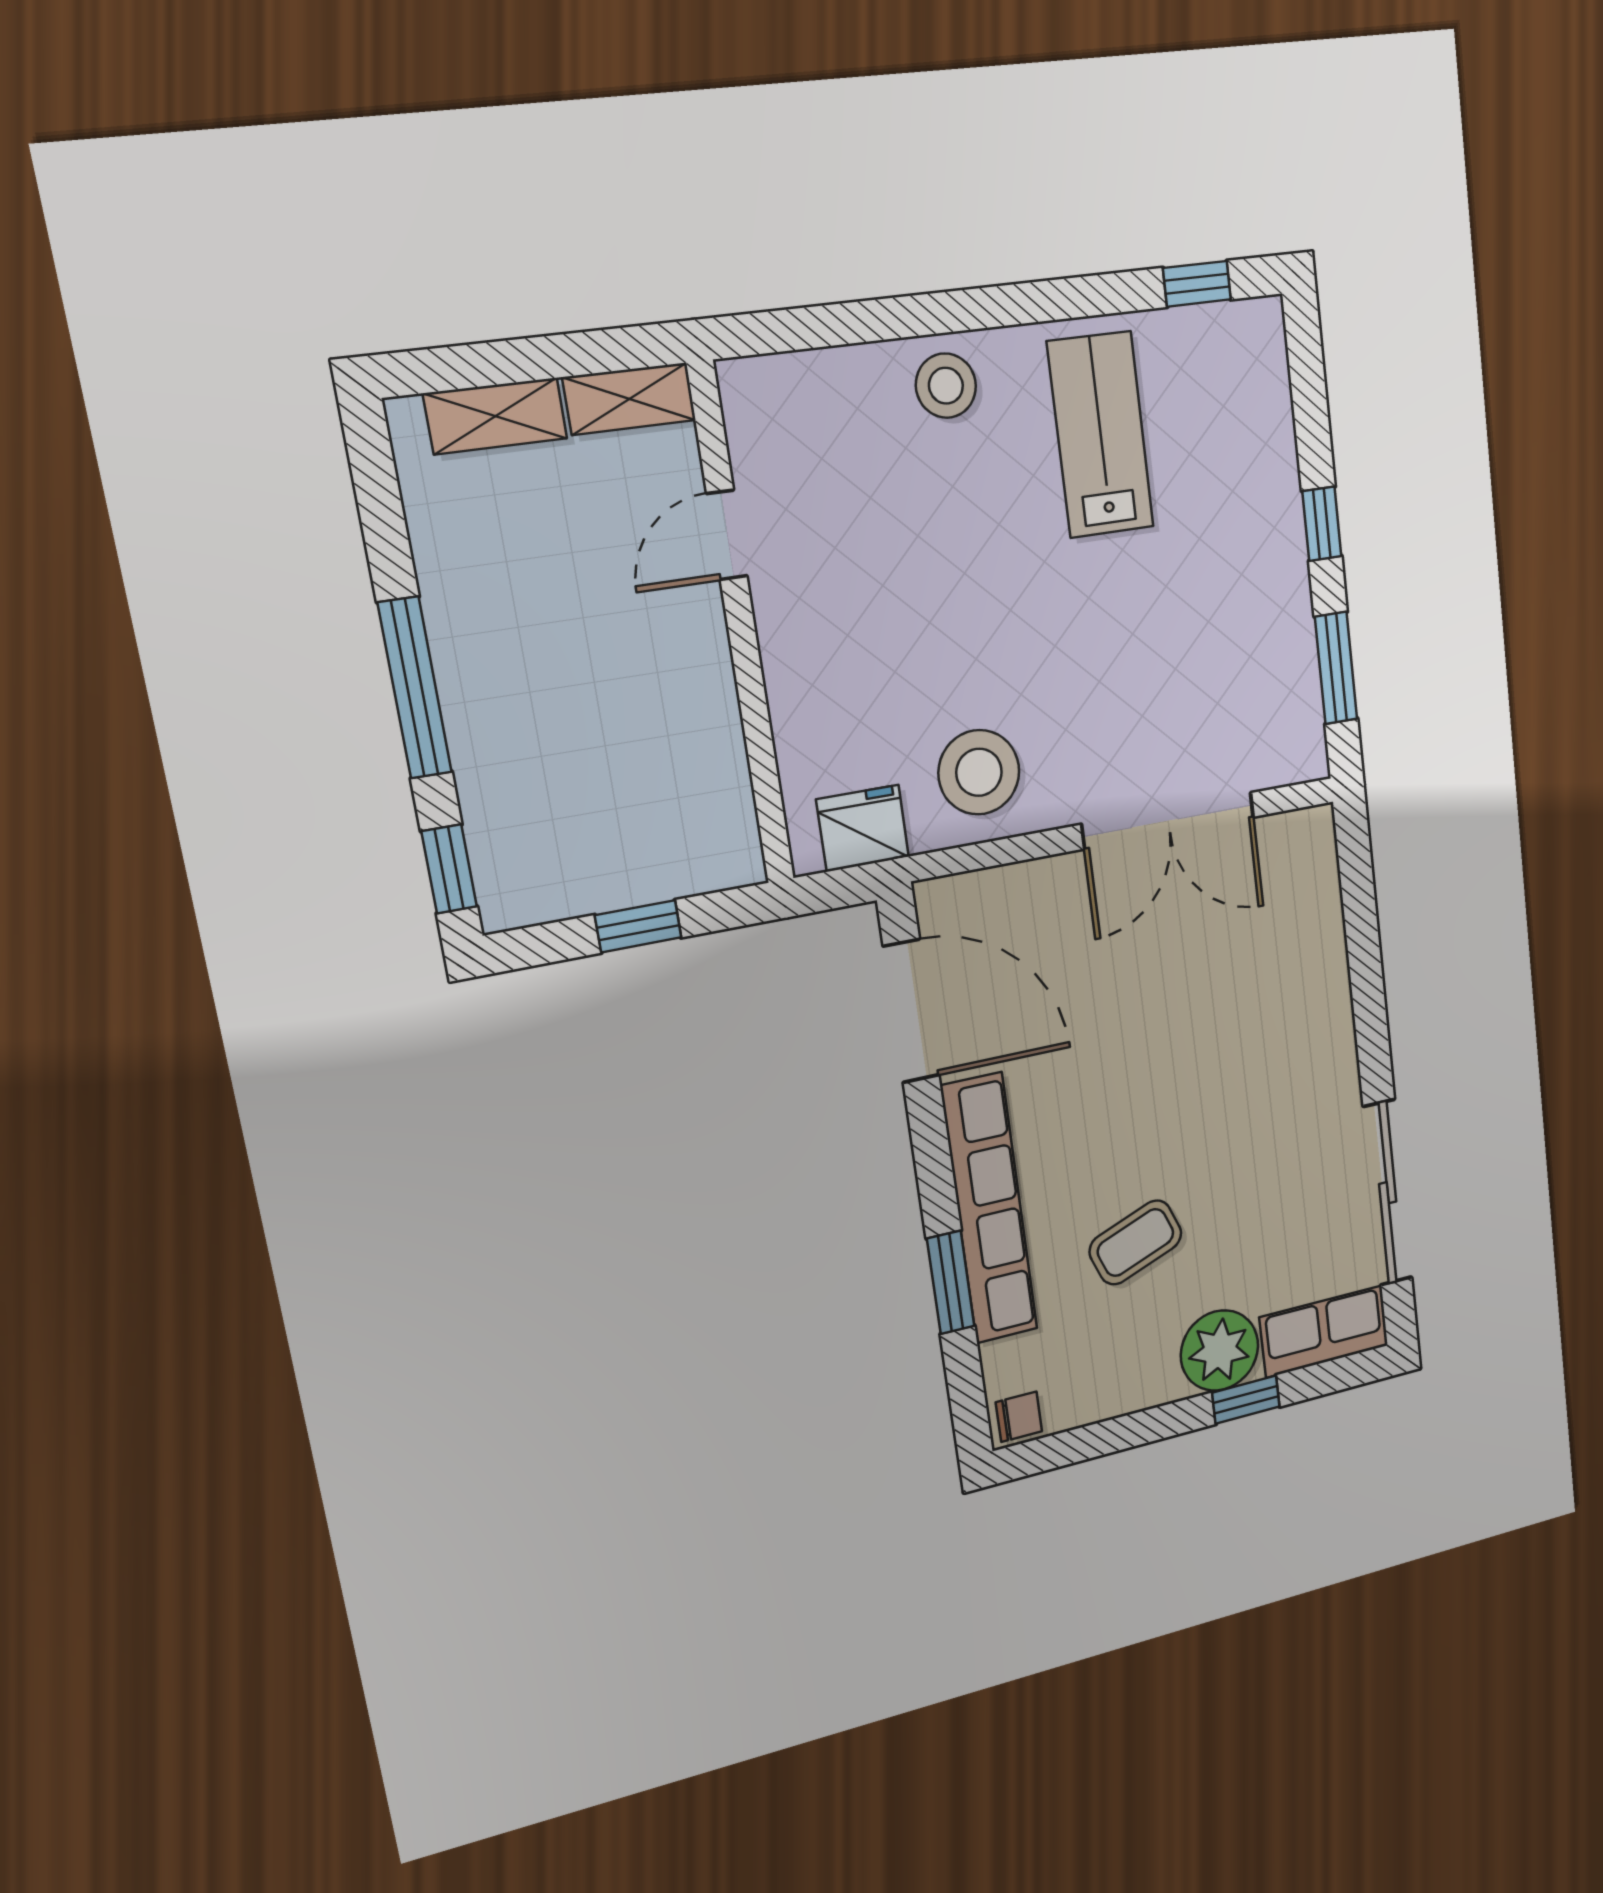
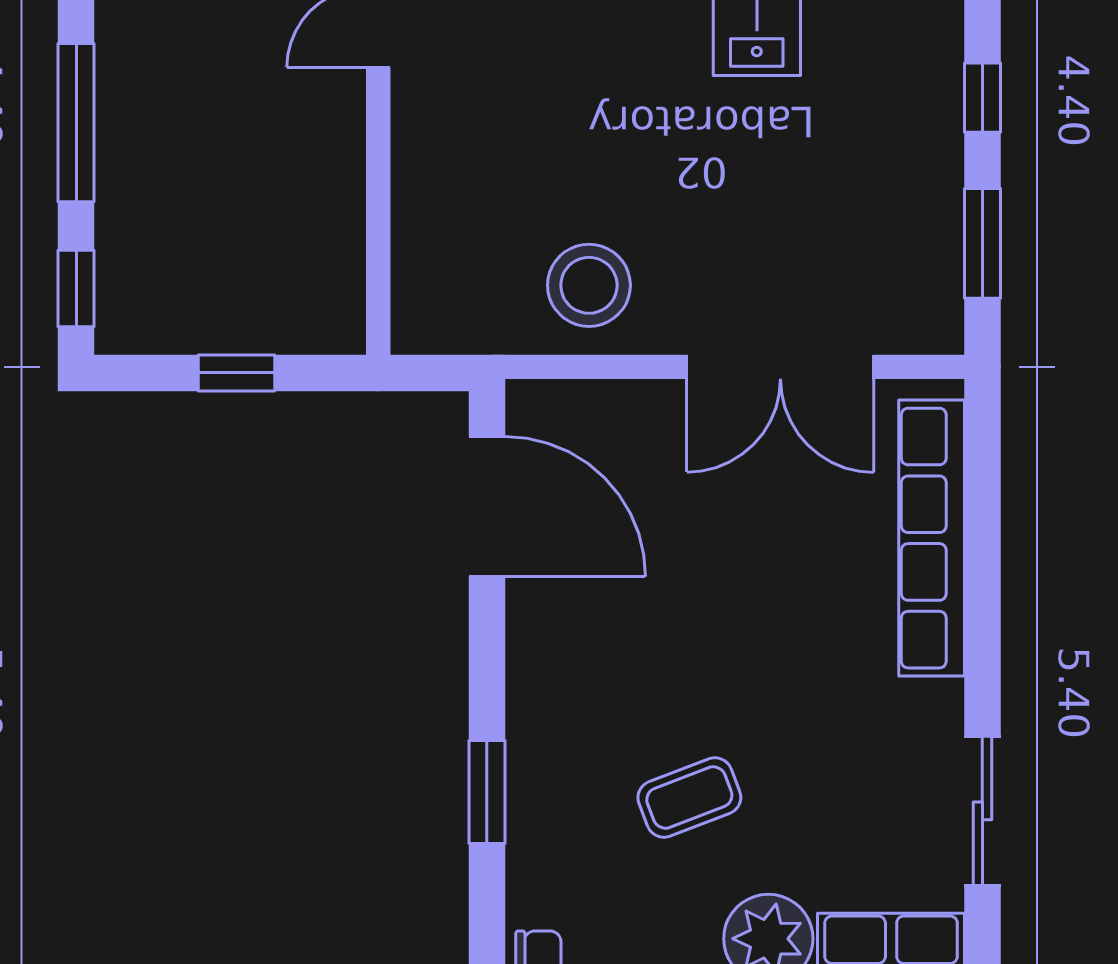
fridge: (863, 828) -> (465, 319), removed
sliding door: (1388, 1193) -> (982, 811), width x0.73
row of seats: (989, 1209) -> (932, 538), moved, turned 180

